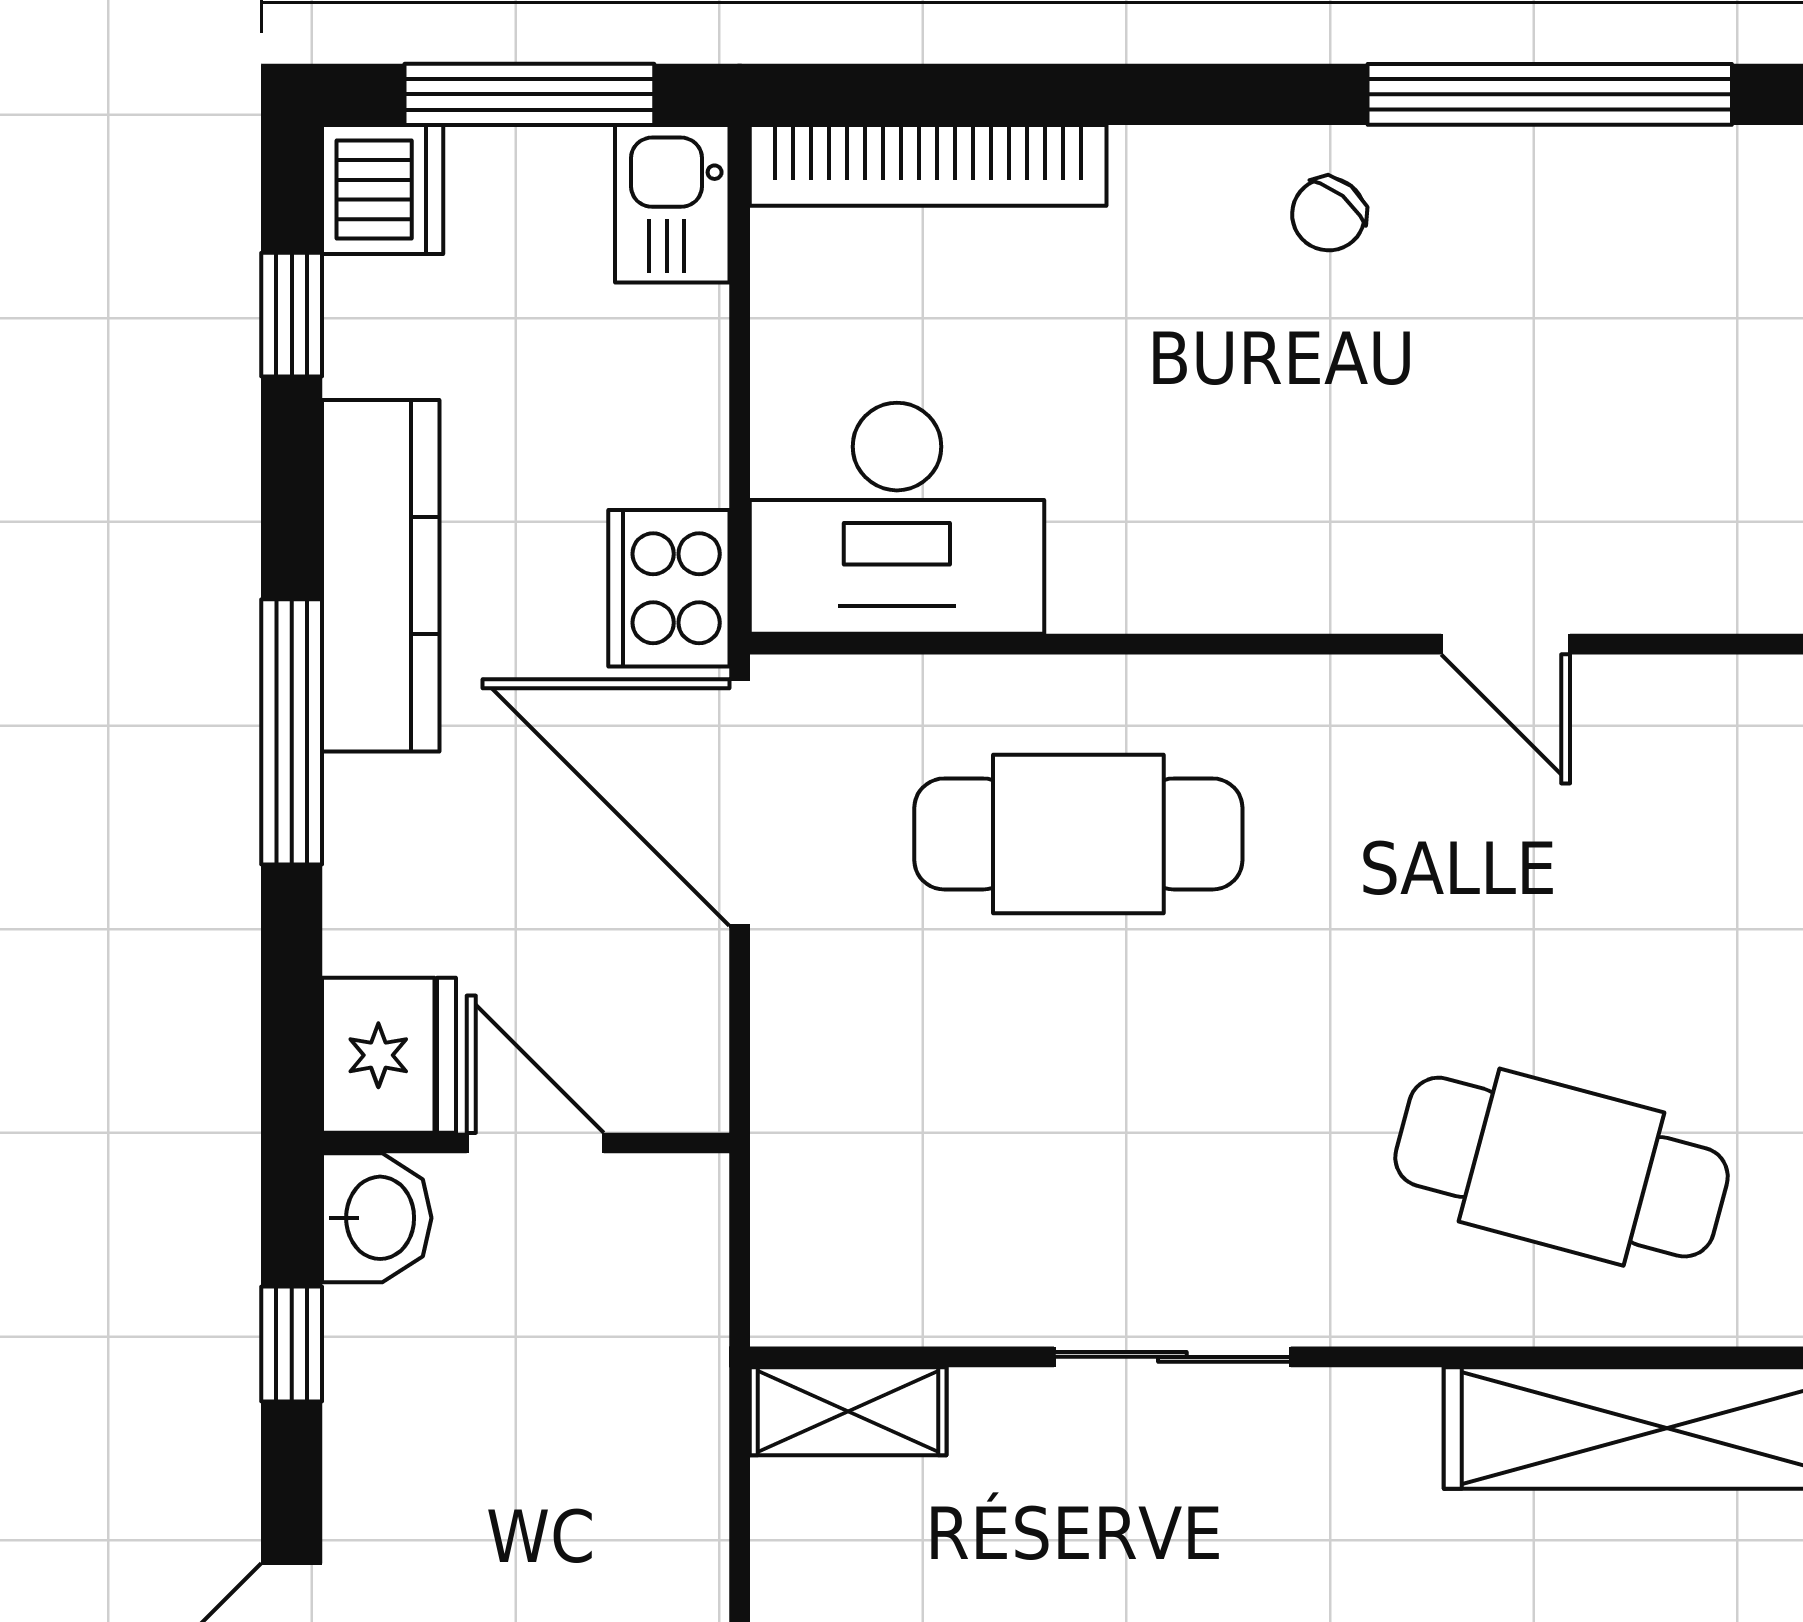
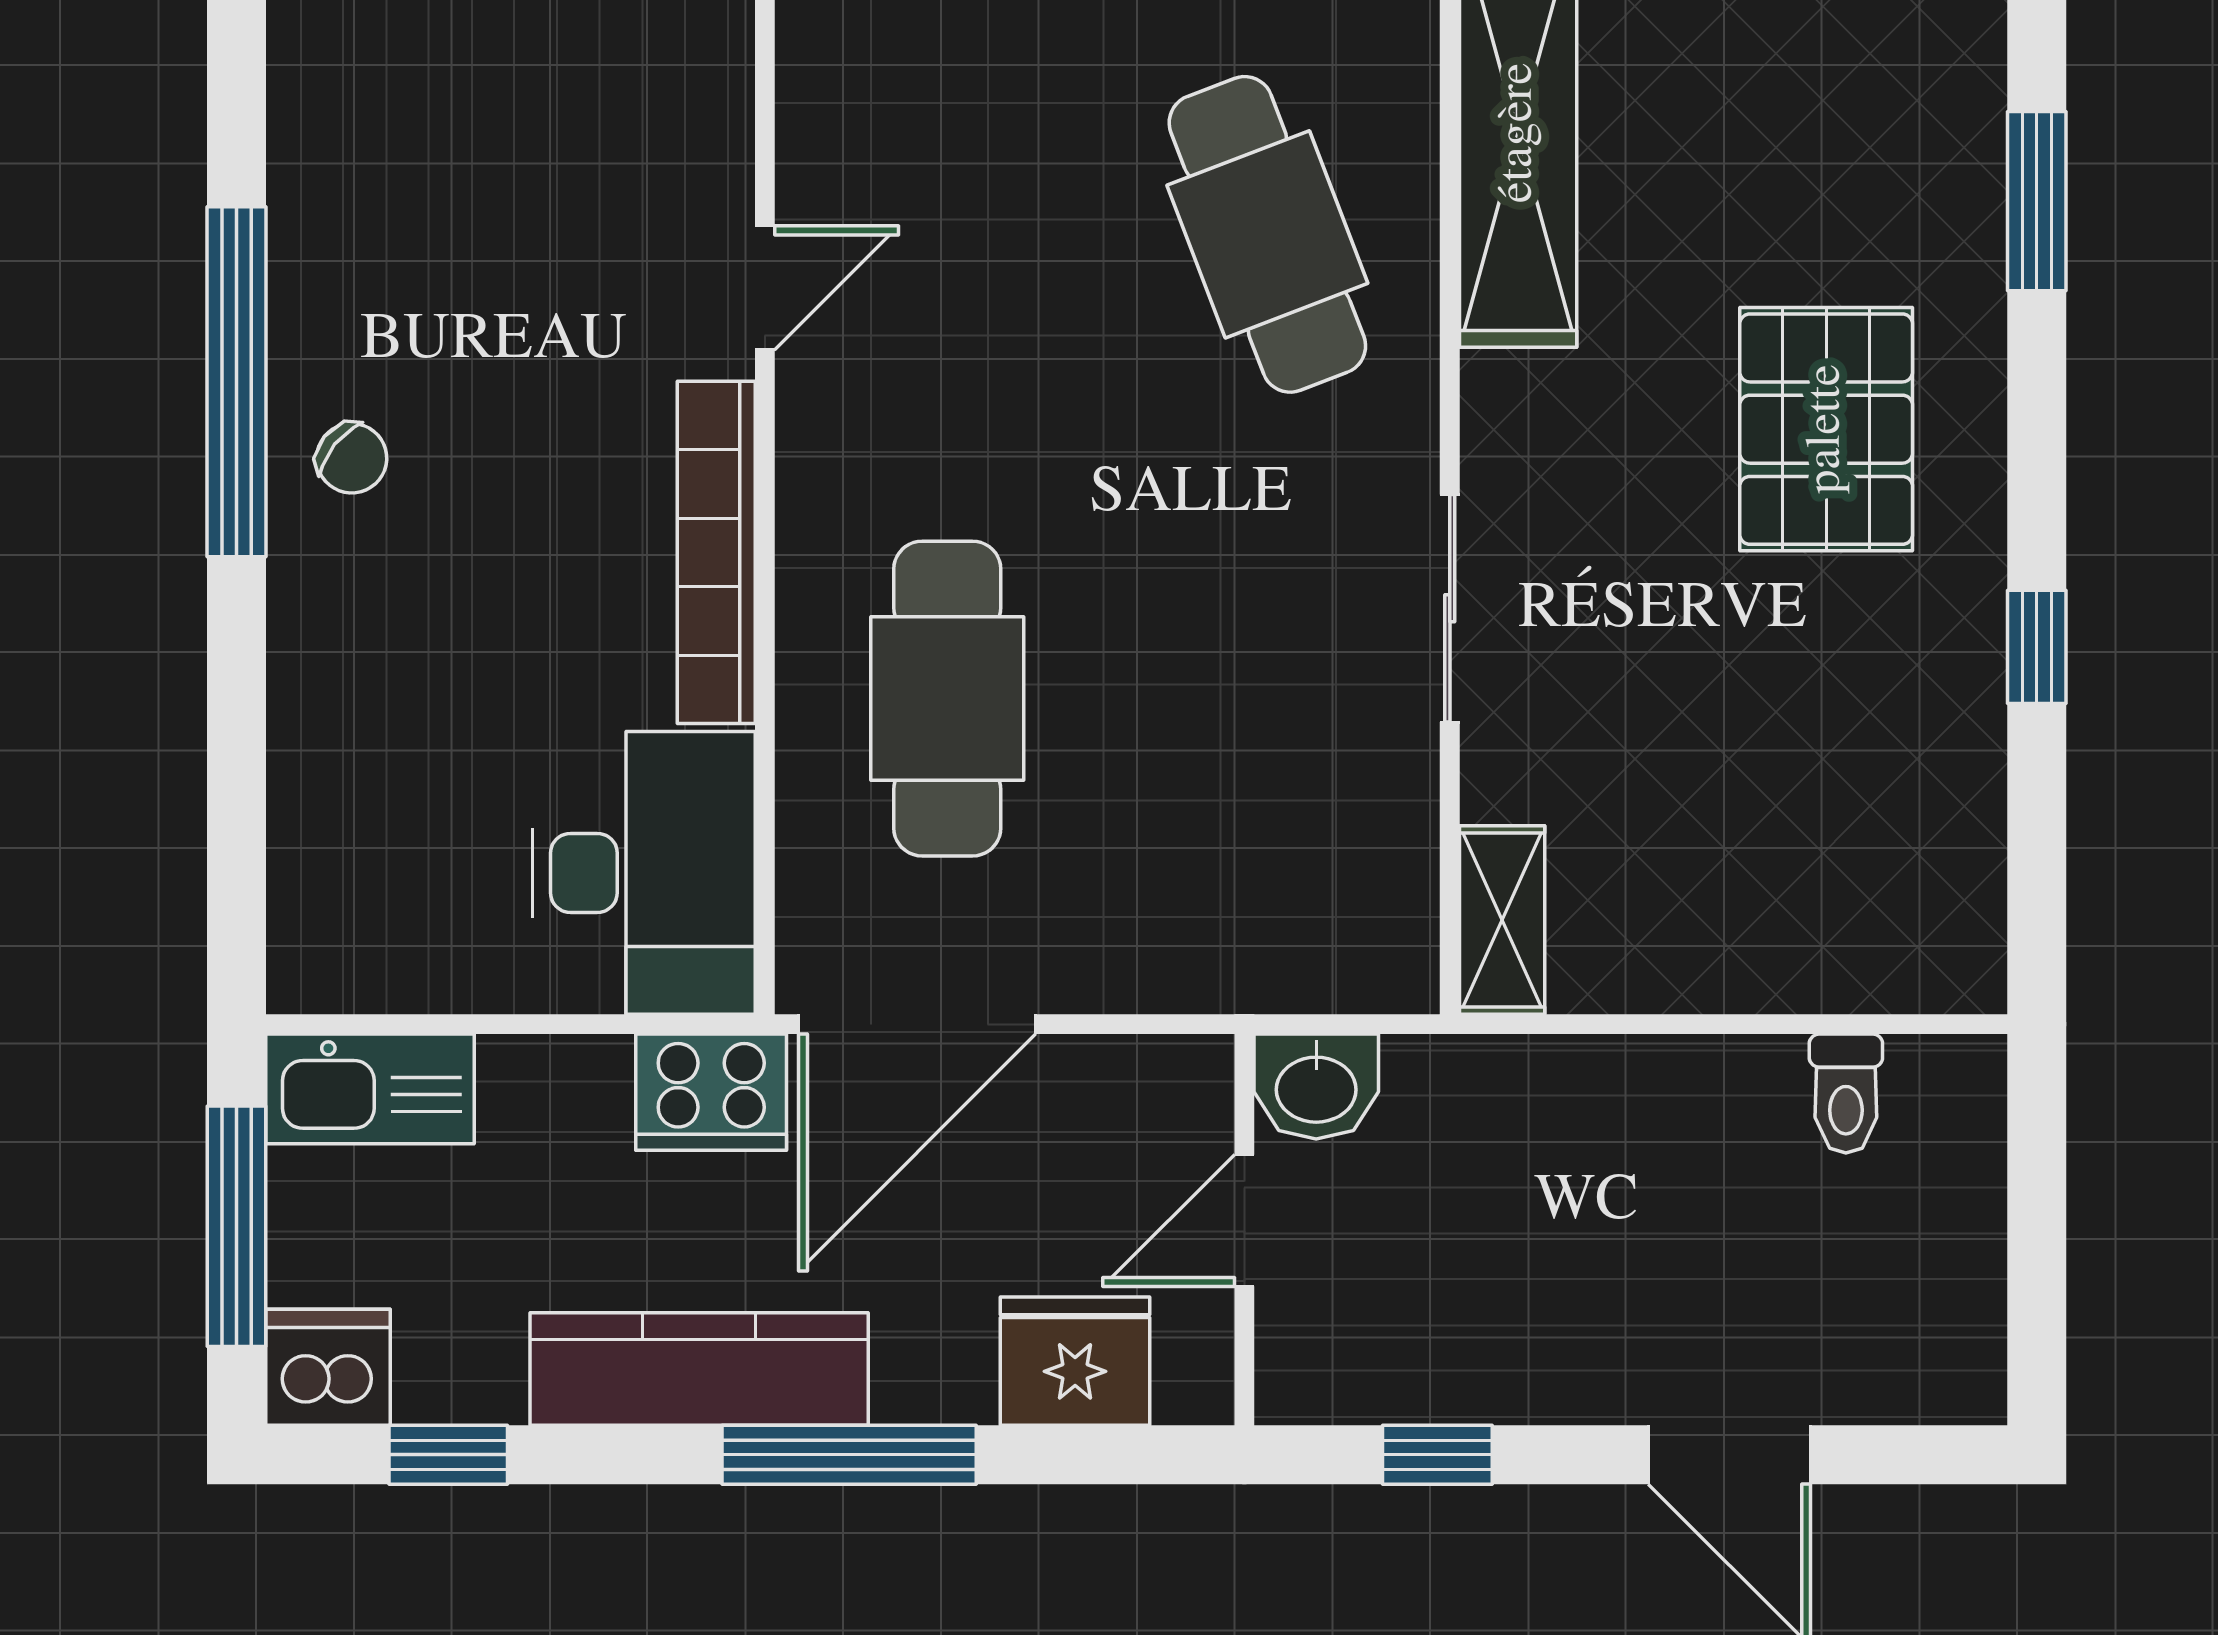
window: (1550, 94) -> (236, 382), moved
bookcase: (928, 165) -> (716, 552), moved, turned 180
kitchen sink: (672, 204) -> (370, 1089), width x1.38
fridge: (389, 1055) -> (1075, 1361), moved
cafe table: (1561, 1167) -> (1267, 234), turned -36
washbasin: (377, 1218) -> (1316, 1087), moved, turned 180

